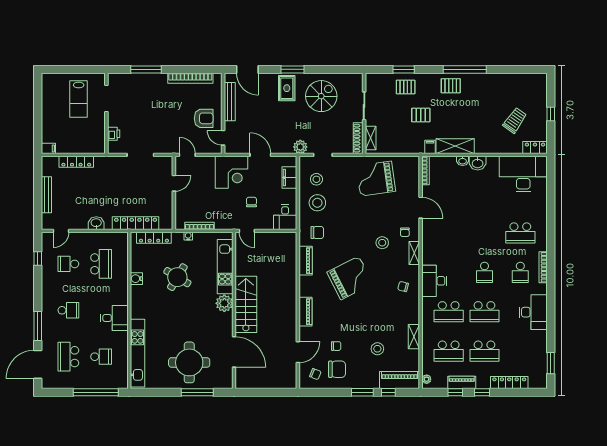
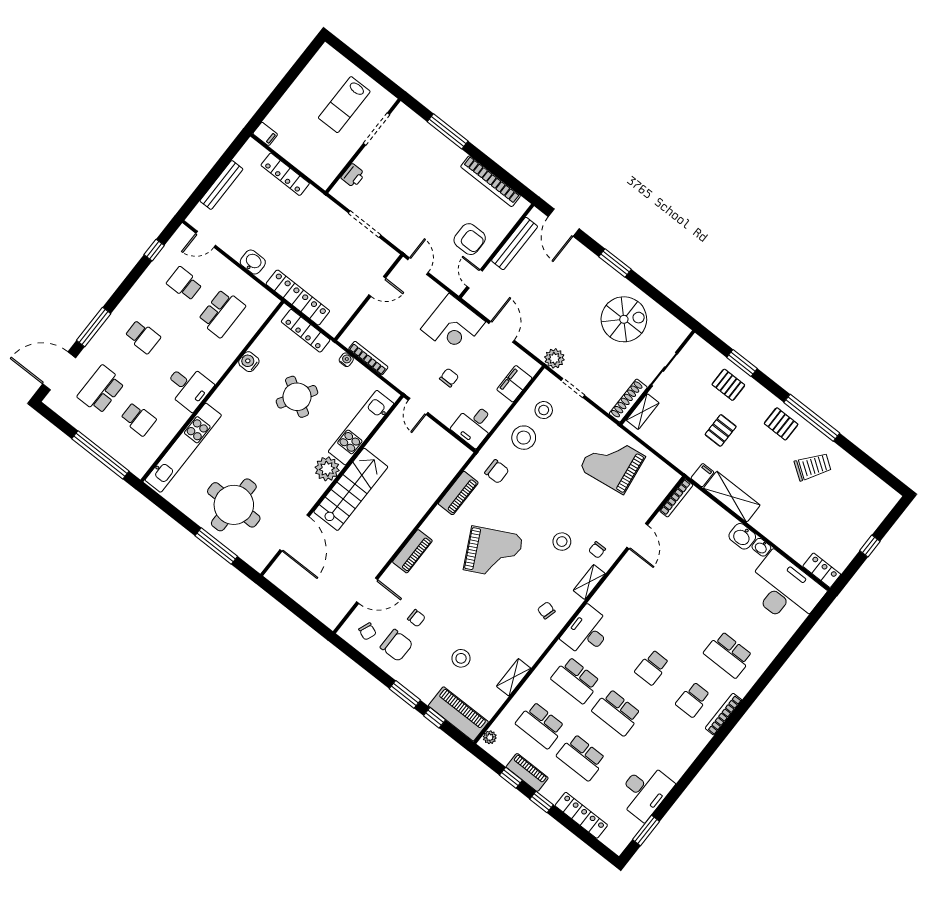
rug: (287, 88) -> (592, 279), removed
pallet: (421, 115) -> (721, 430), turned 90
trolley: (515, 120) -> (813, 467), moved
washbasin: (463, 161) -> (761, 547), moved
desk: (533, 312) -> (645, 791), moved

